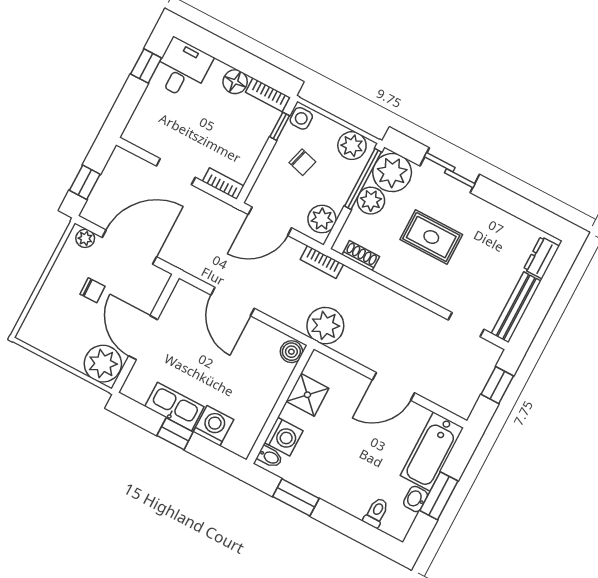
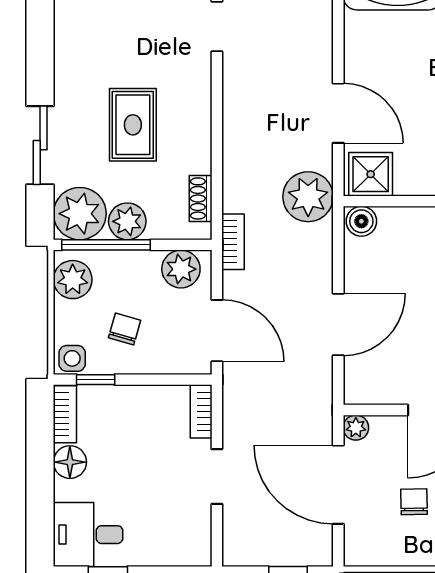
plant: (85, 238) -> (356, 428), moved
door: (394, 386) -> (338, 113), moved
shower: (307, 395) -> (371, 174), moved

